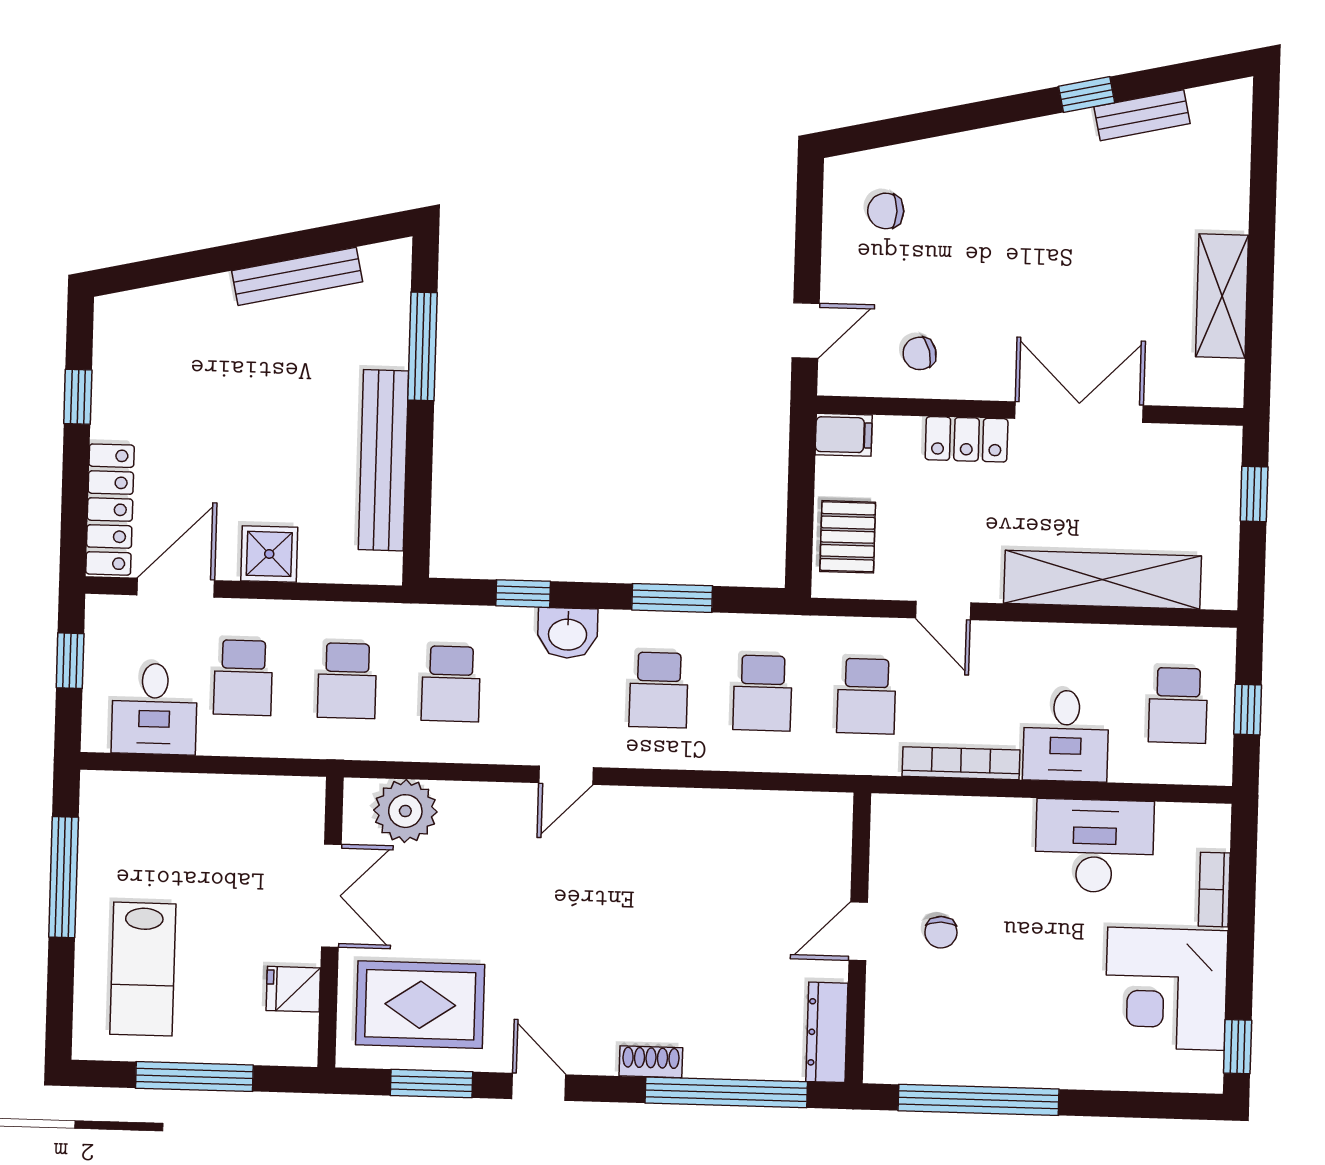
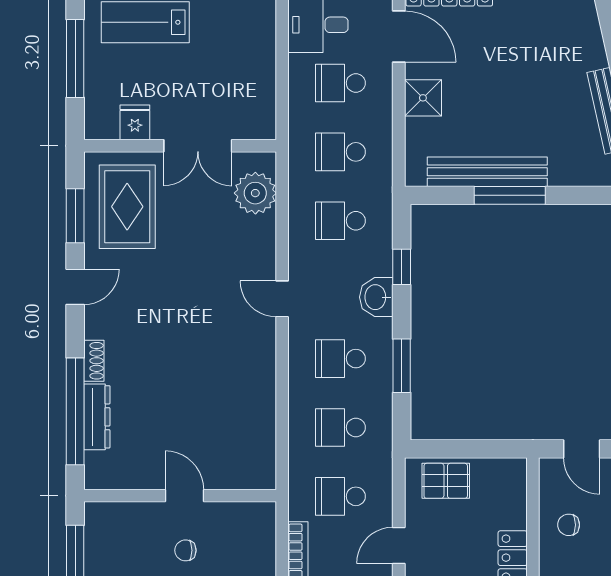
window: (422, 346) -> (510, 195), moved
chair: (920, 353) -> (569, 525), turned -75
filing cabinet: (844, 435) -> (513, 476), removed
dresser: (827, 1032) -> (97, 417), moved, turned 90

